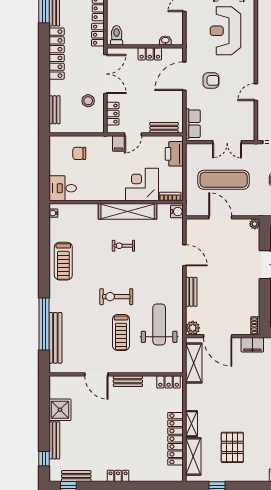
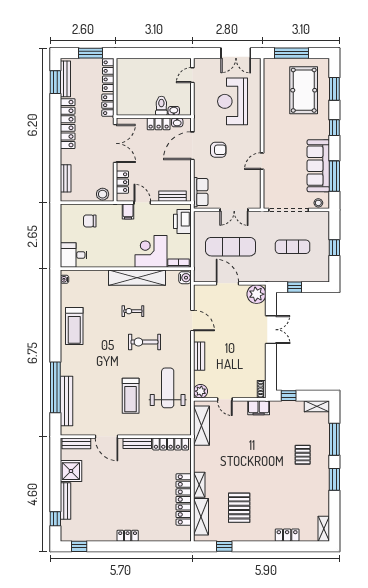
toilet: (117, 35) -> (161, 106), moved
washbasin: (169, 52) -> (177, 122), added
stool: (88, 101) -> (103, 194), moved
door: (133, 134) -> (142, 203), swing flipped
plant: (255, 224) -> (256, 294), width x1.88, depth x1.88
exercise bike: (116, 297) -> (144, 342), moved
door: (218, 336) -> (225, 399), width x0.53
locker: (169, 382) -> (171, 444), width x1.53
bench: (76, 476) -> (76, 443), moved

